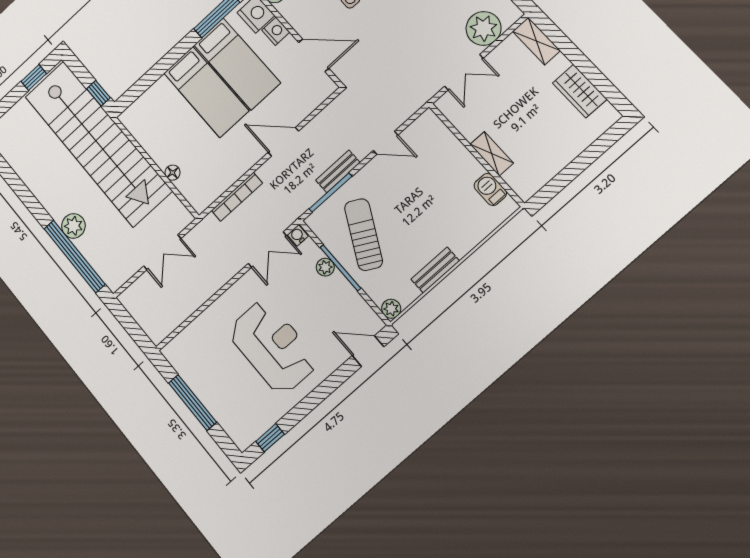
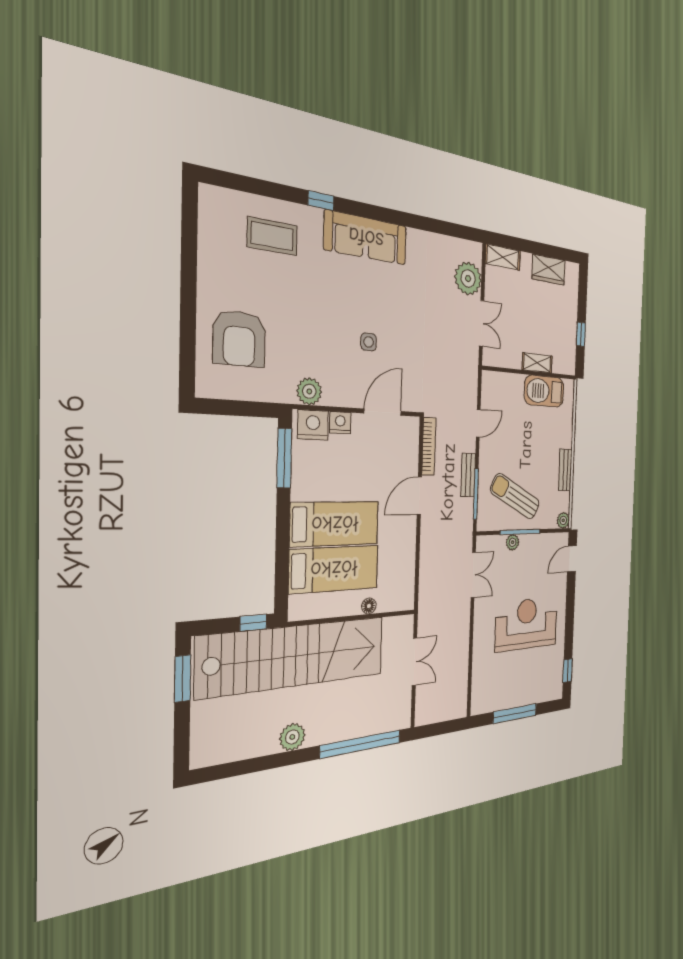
bed: (237, 64) -> (334, 569), moved
window: (34, 78) -> (183, 679), width x1.50
window: (566, 176) -> (581, 334), added
barbecue: (490, 189) -> (544, 391), width x1.88, depth x1.53
bookcase: (237, 197) -> (429, 446), moved
plant: (73, 226) -> (292, 737), moved
water cooler: (298, 235) -> (482, 544), removed

